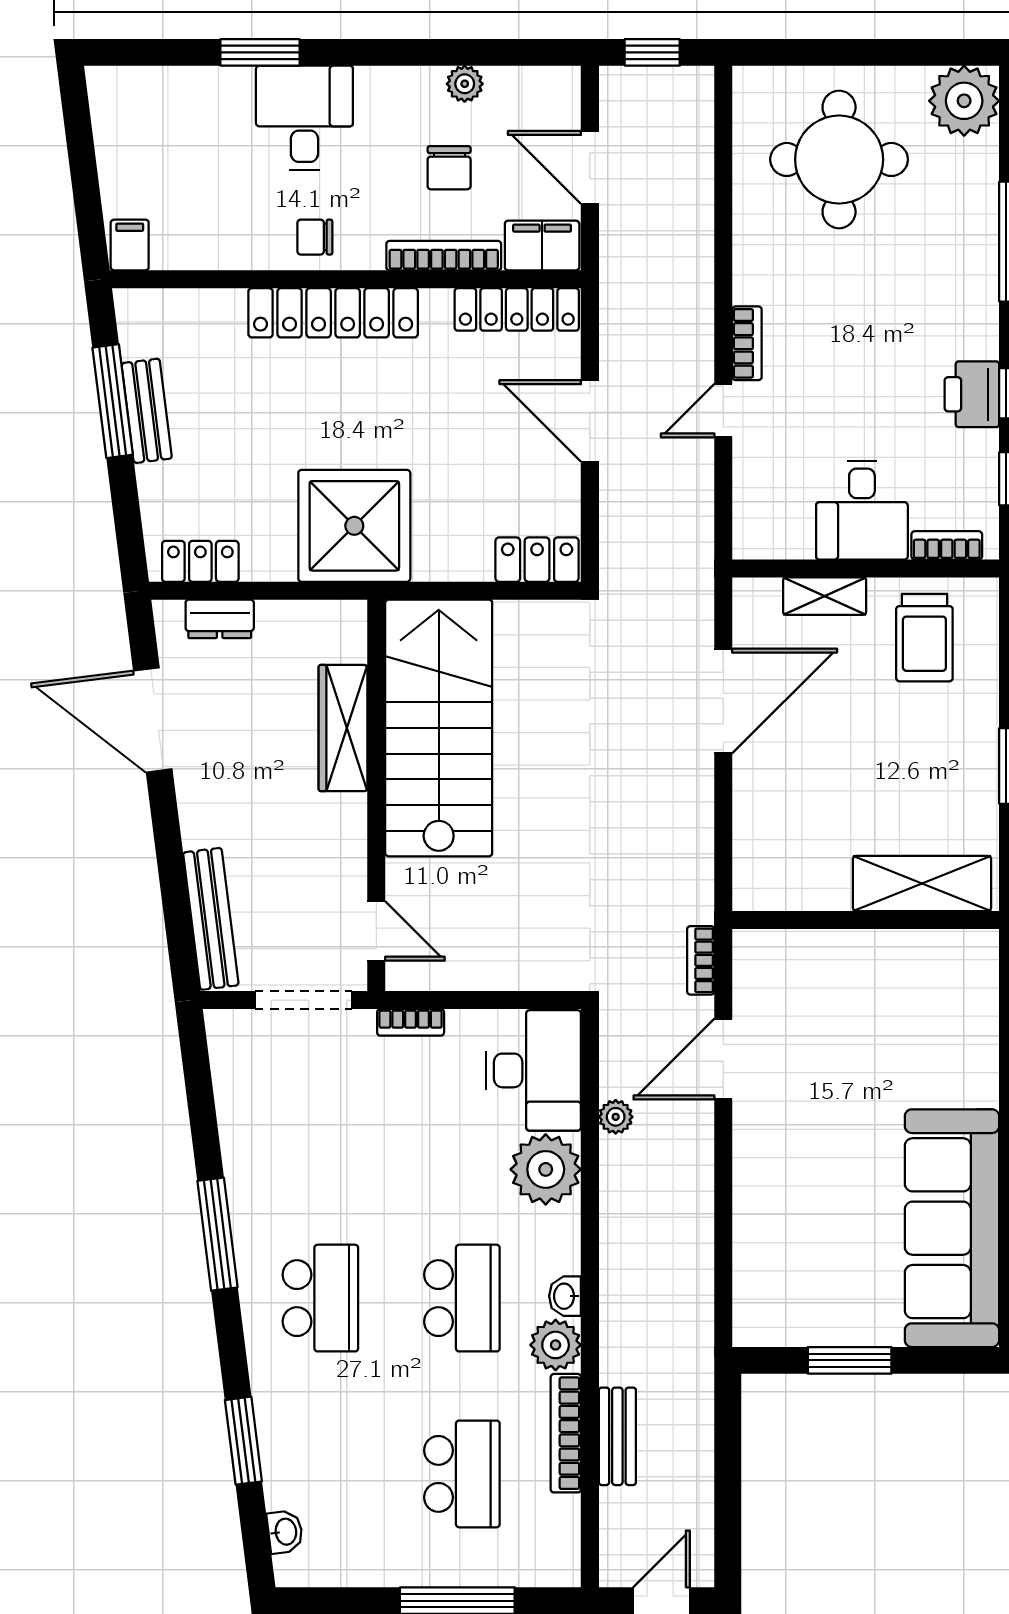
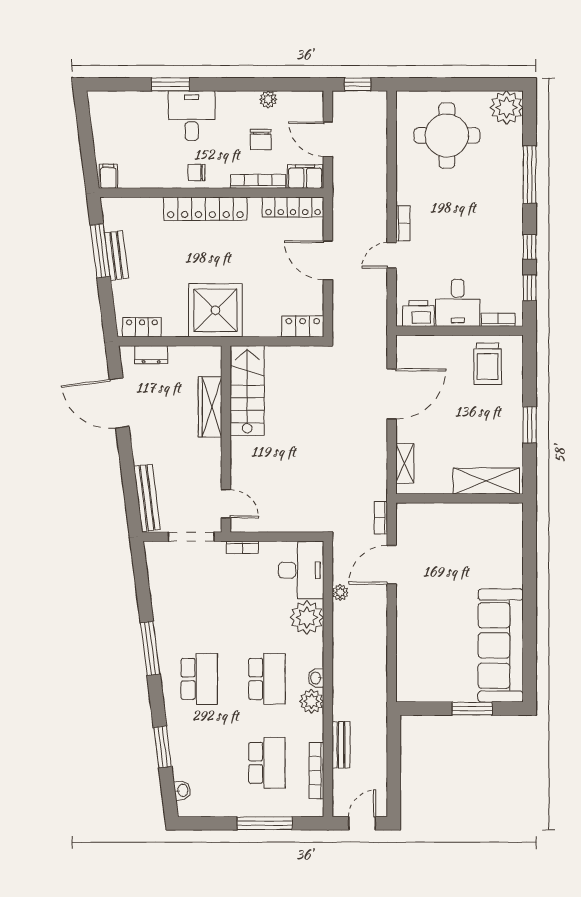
printer: (972, 394) -> (418, 313), moved, turned 90
shelving: (825, 596) -> (405, 463), moved, turned 90
stairs: (439, 728) -> (247, 390), width x0.73, depth x0.66
window: (850, 1360) -> (472, 709), moved
bookcase: (566, 1433) -> (316, 771), moved

